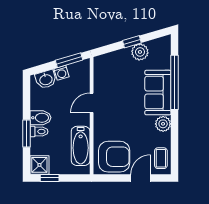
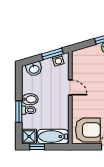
washing machine: (61, 73) -> (58, 60), moved
door: (92, 103) -> (70, 88), swing flipped
bathtub: (81, 146) -> (53, 137), moved, turned 90

